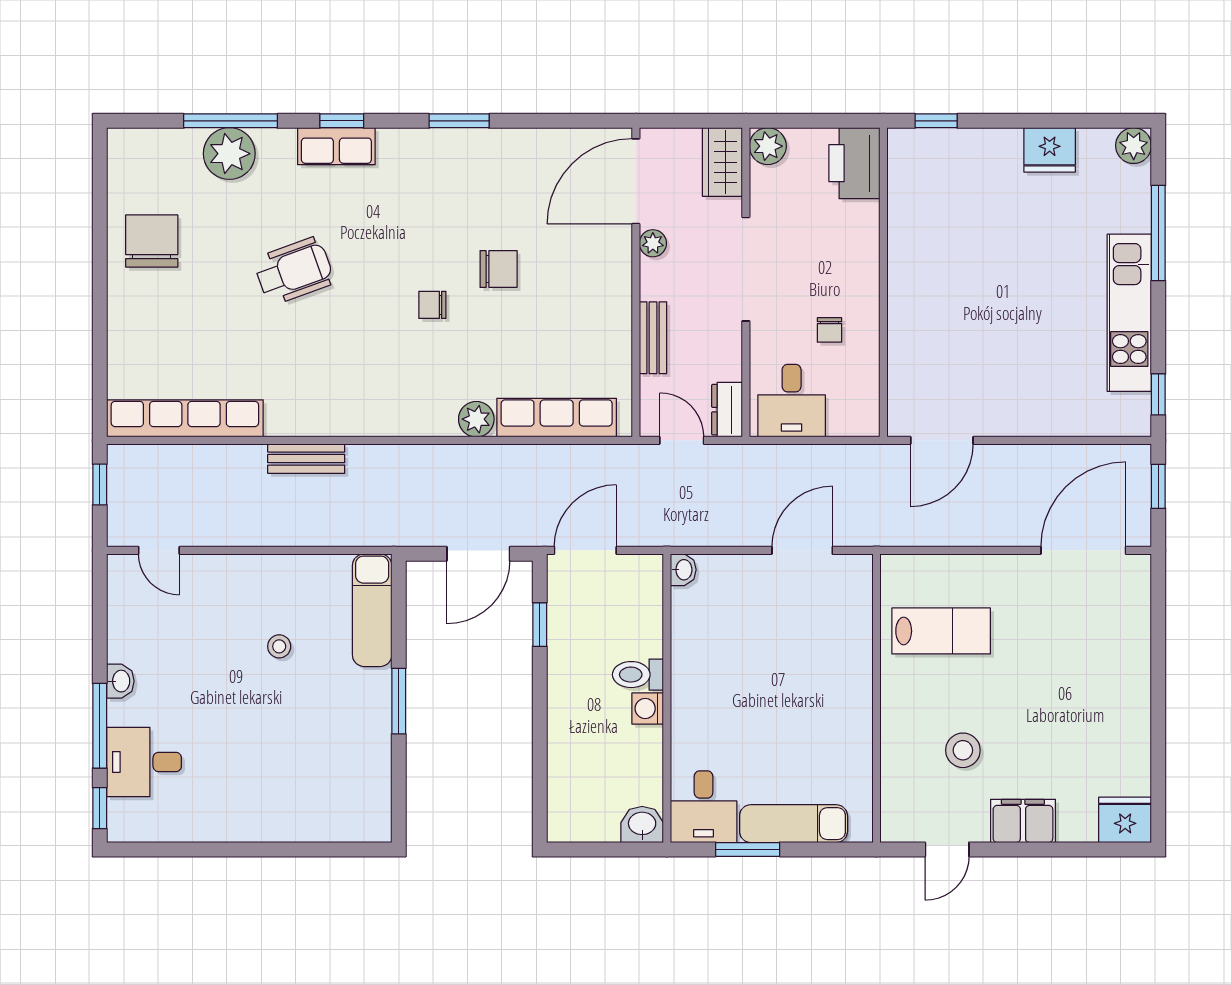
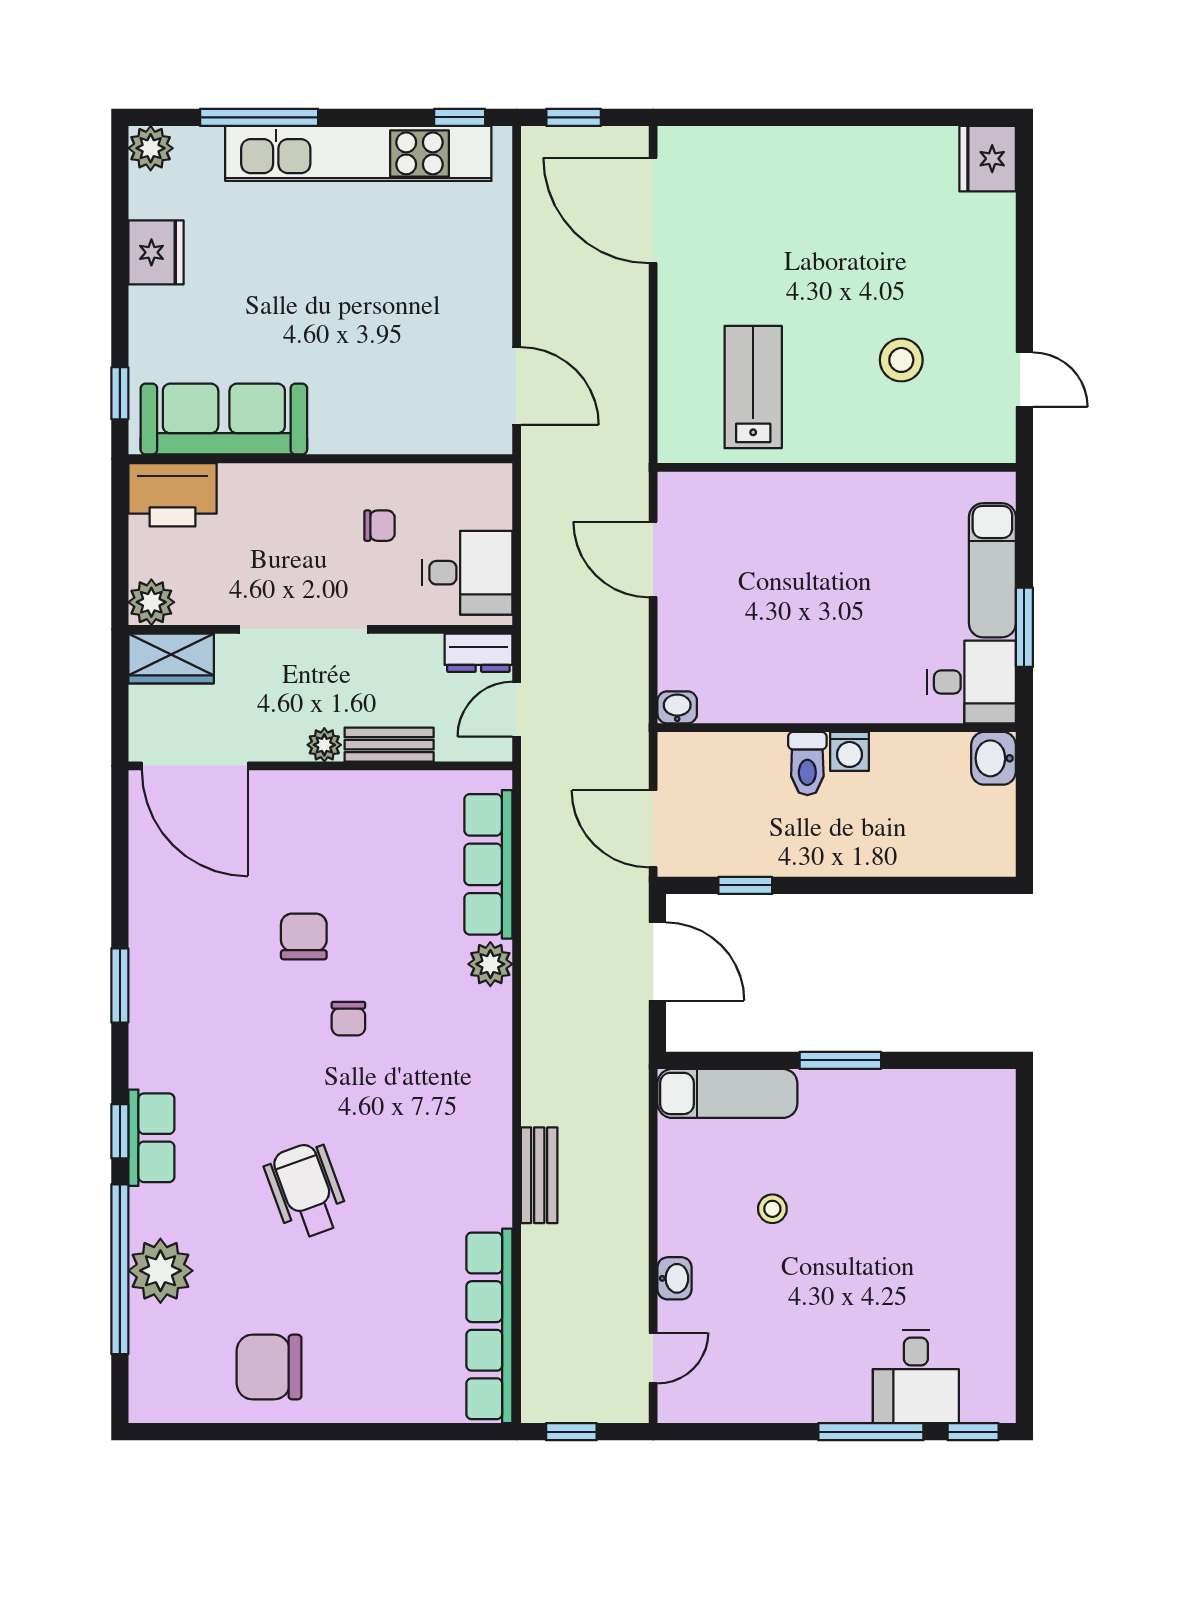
window: (230, 121) -> (120, 1269), width x1.46
sofa: (915, 205) -> (224, 419), added
plant: (653, 243) -> (324, 745), moved
kitchen unit: (1129, 313) -> (358, 153), width x1.36
washbasin: (120, 681) -> (675, 1278), moved, turned 90
filing cabinet: (1023, 821) -> (989, 285), removed

